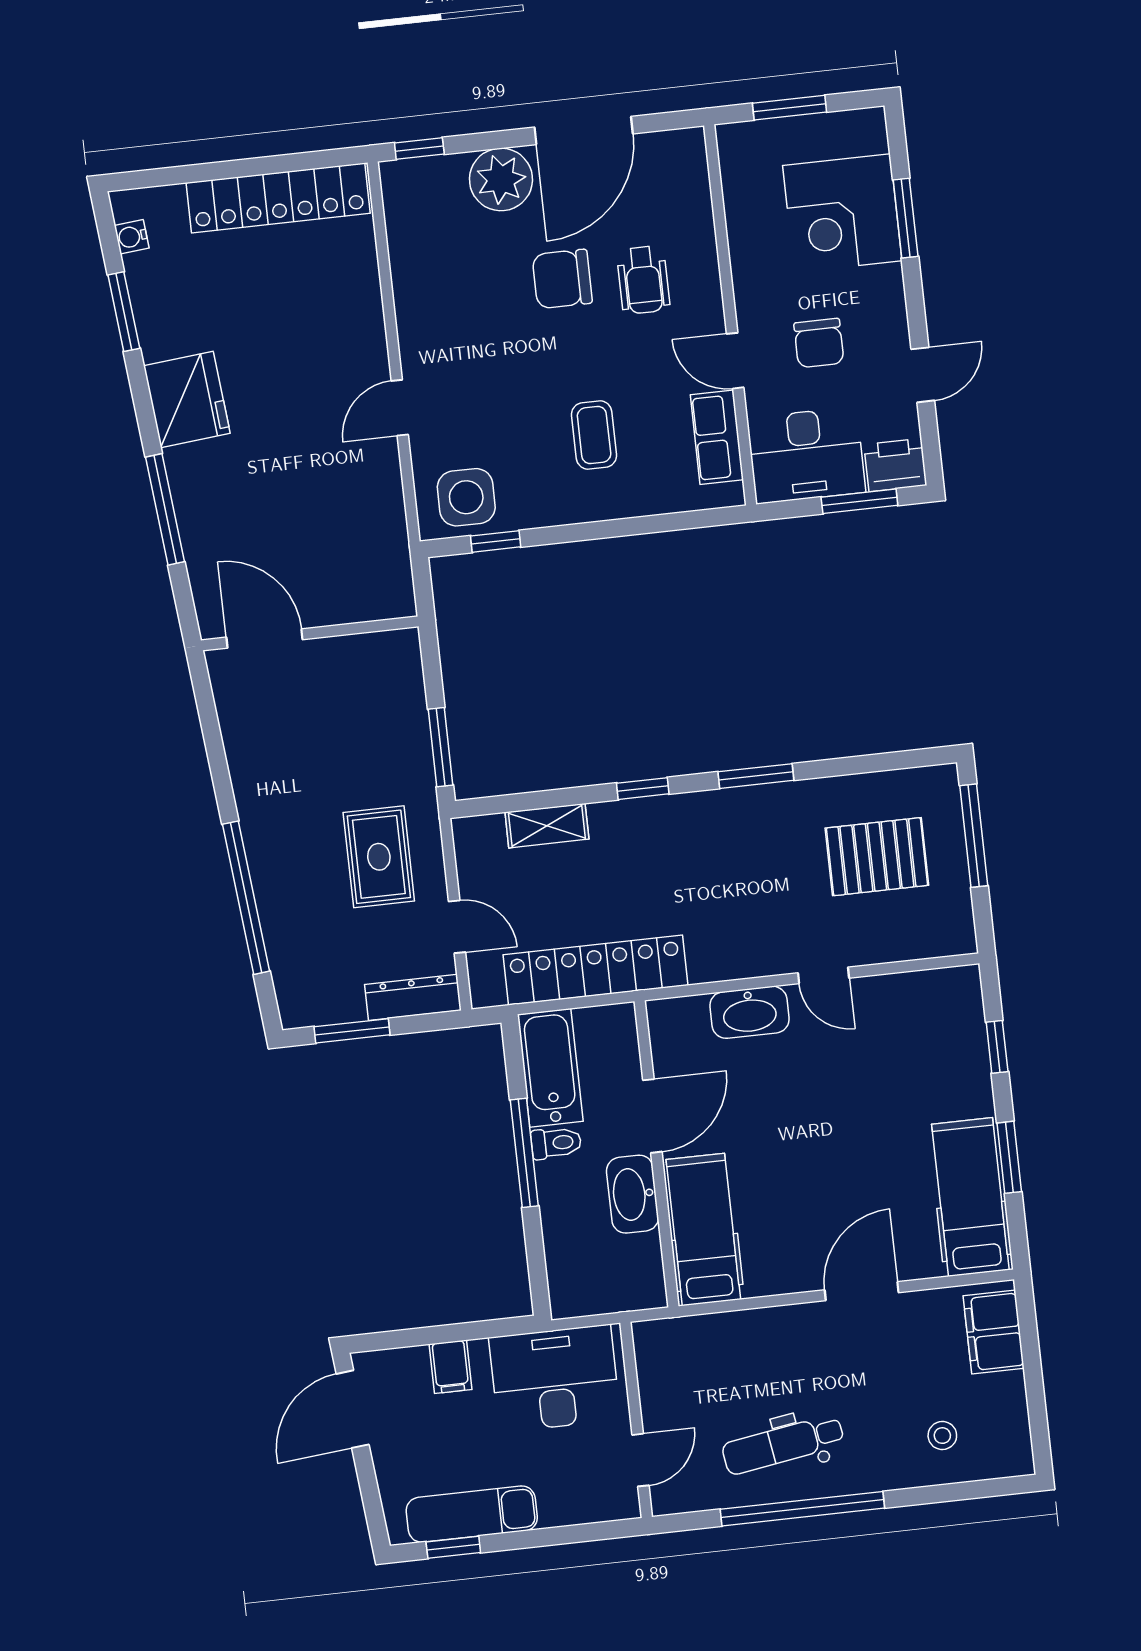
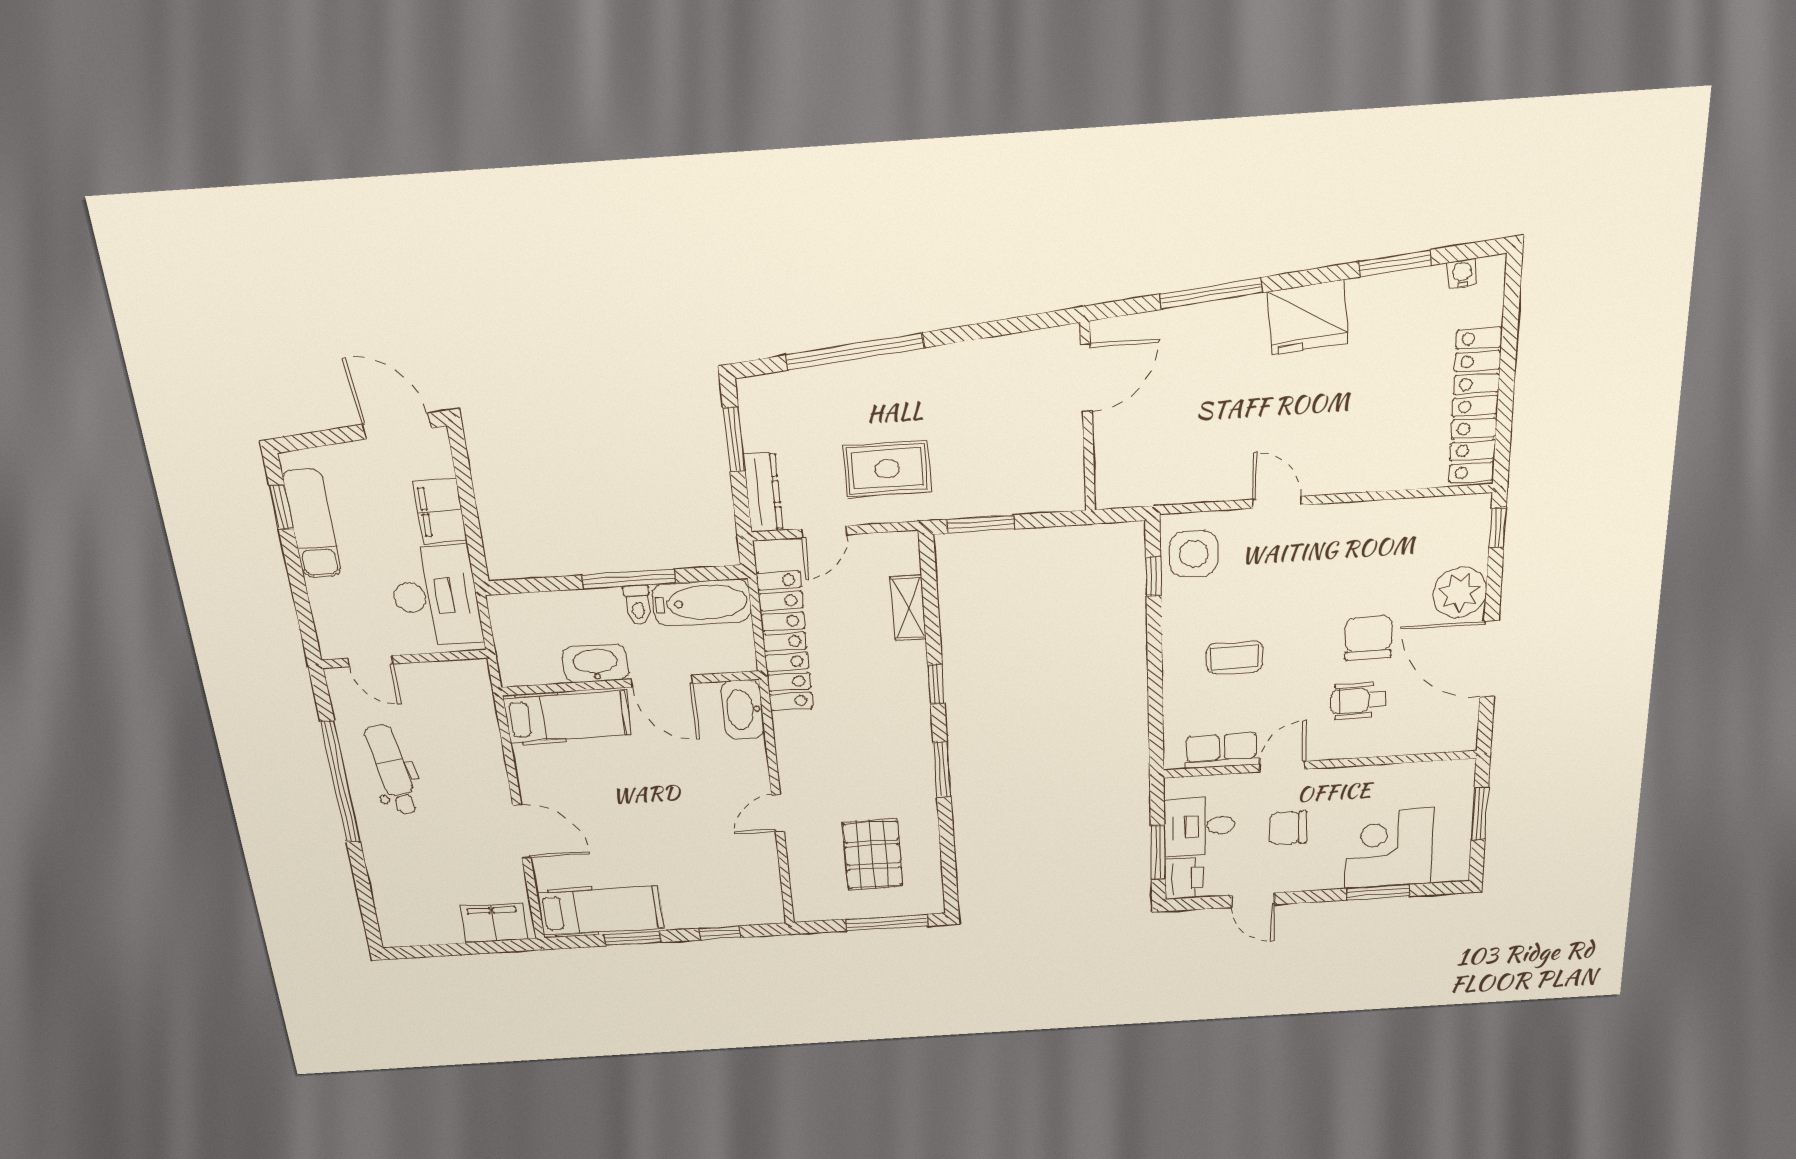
desk: (806, 455) -> (1199, 826), width x0.73
washbasin: (749, 1012) -> (743, 710), moved
filing cabinet: (451, 1367) -> (440, 511), width x2.00
stool: (942, 1436) -> (409, 885), removed

